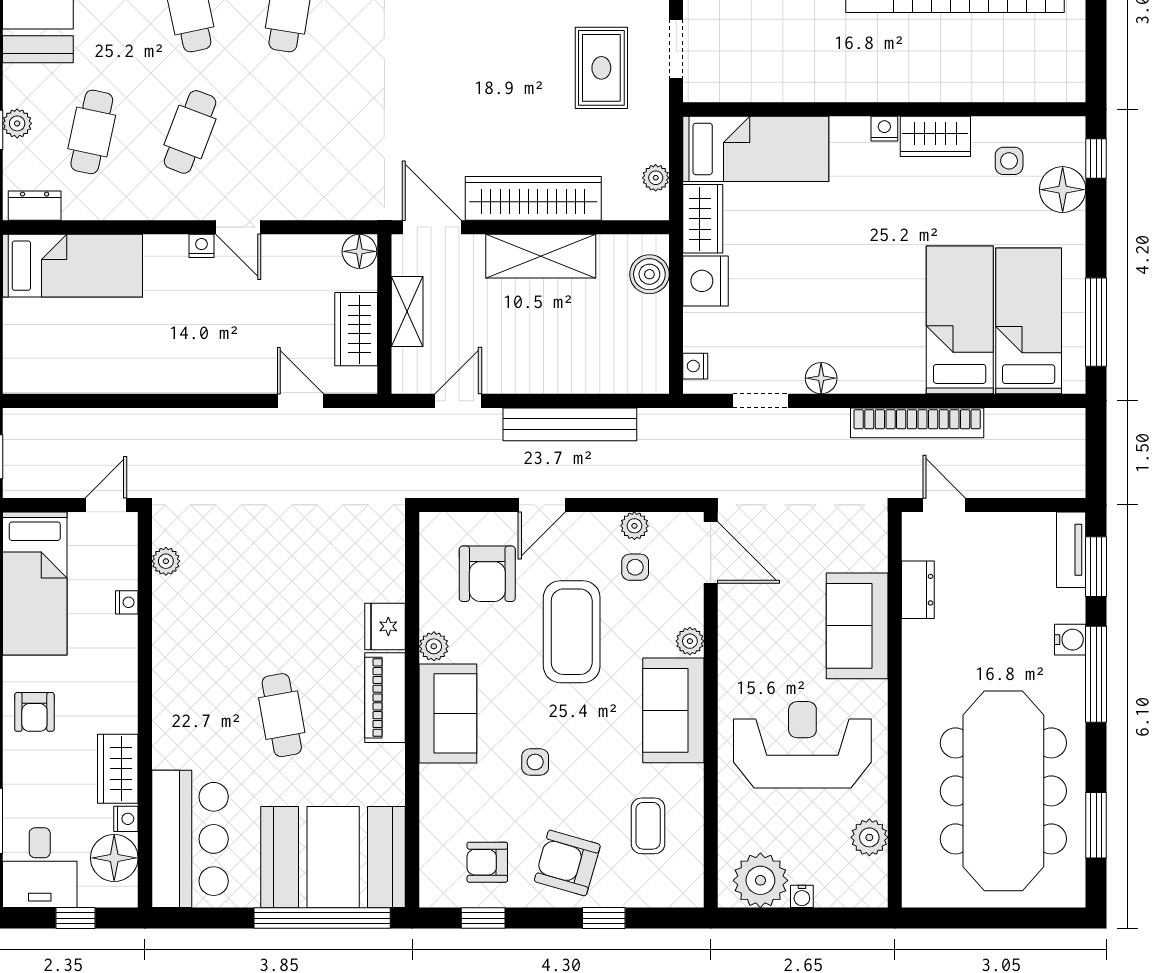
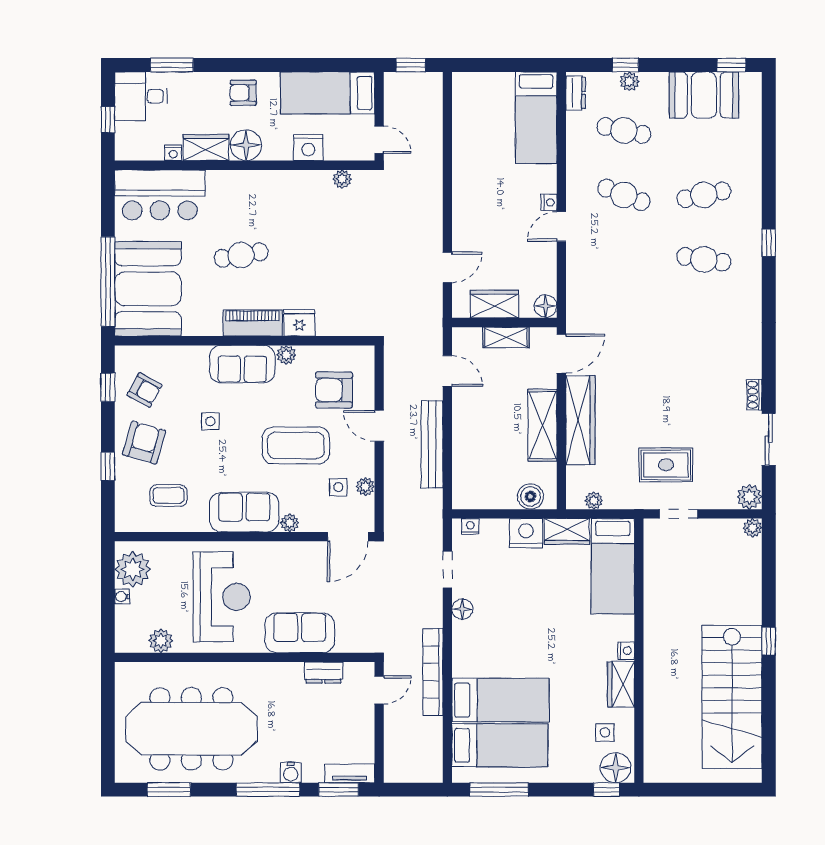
floor lamp: (1063, 190) -> (616, 768), moved
nightstand: (127, 602) -> (308, 148), width x1.89, depth x1.79
floor lamp: (114, 858) -> (246, 145), moved
armchair: (487, 862) -> (145, 390), turned 119

